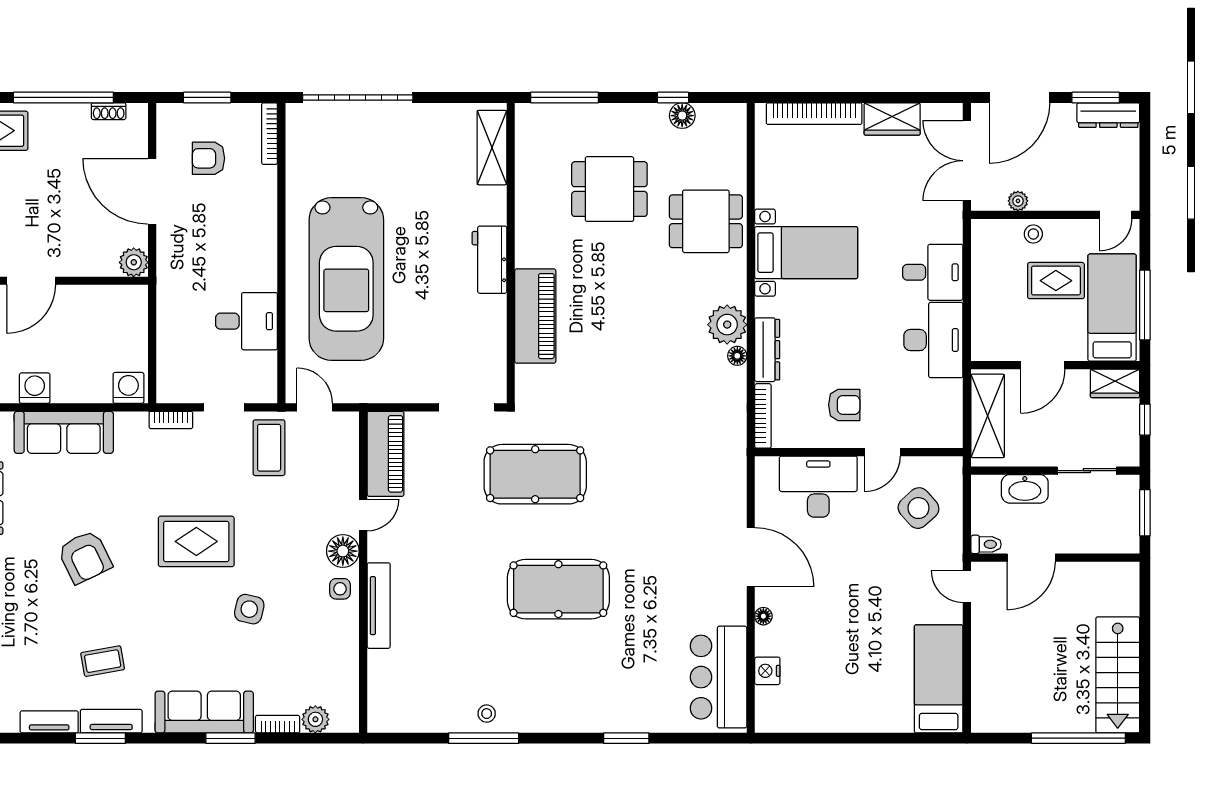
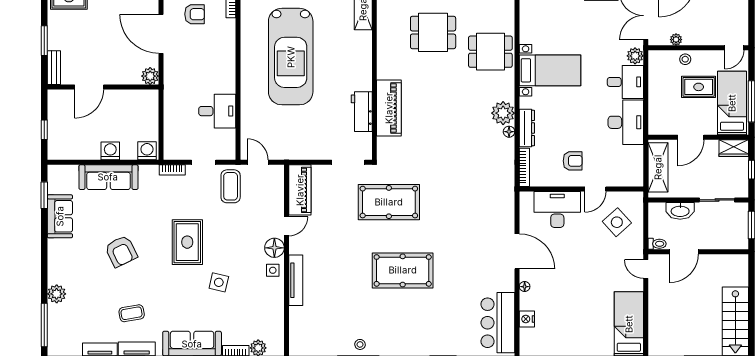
armchair: (208, 158) -> (195, 14), turned 180
plant: (949, 228) -> (635, 56), added
workbench: (489, 260) -> (362, 112), moved
car: (346, 279) -> (291, 57), moved
washing machine: (35, 388) -> (110, 151), moved
rug: (196, 541) -> (187, 242), turned 90

